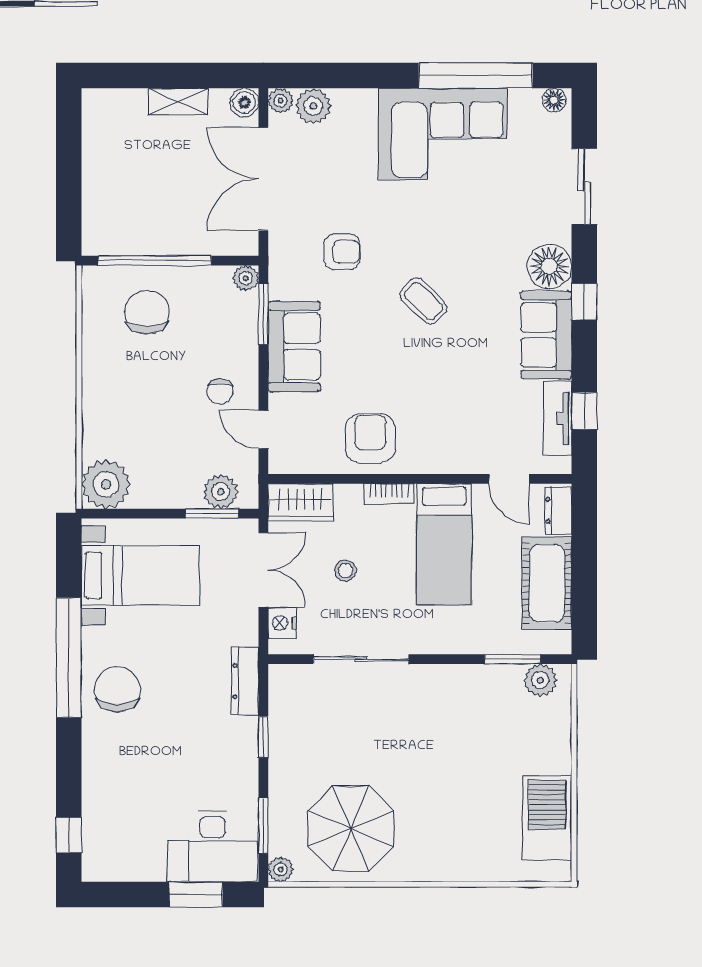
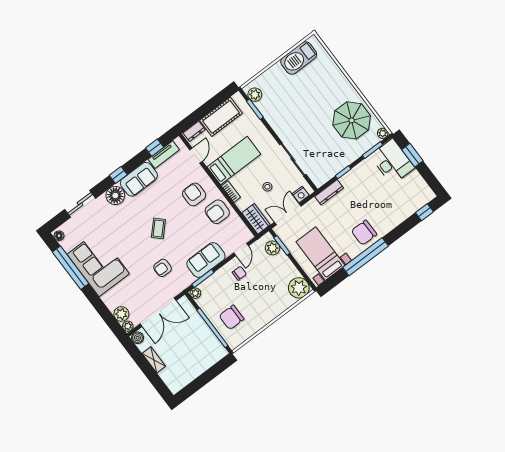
armchair: (342, 252) -> (163, 268), turned -90
armchair: (437, 419) -> (194, 194), added

